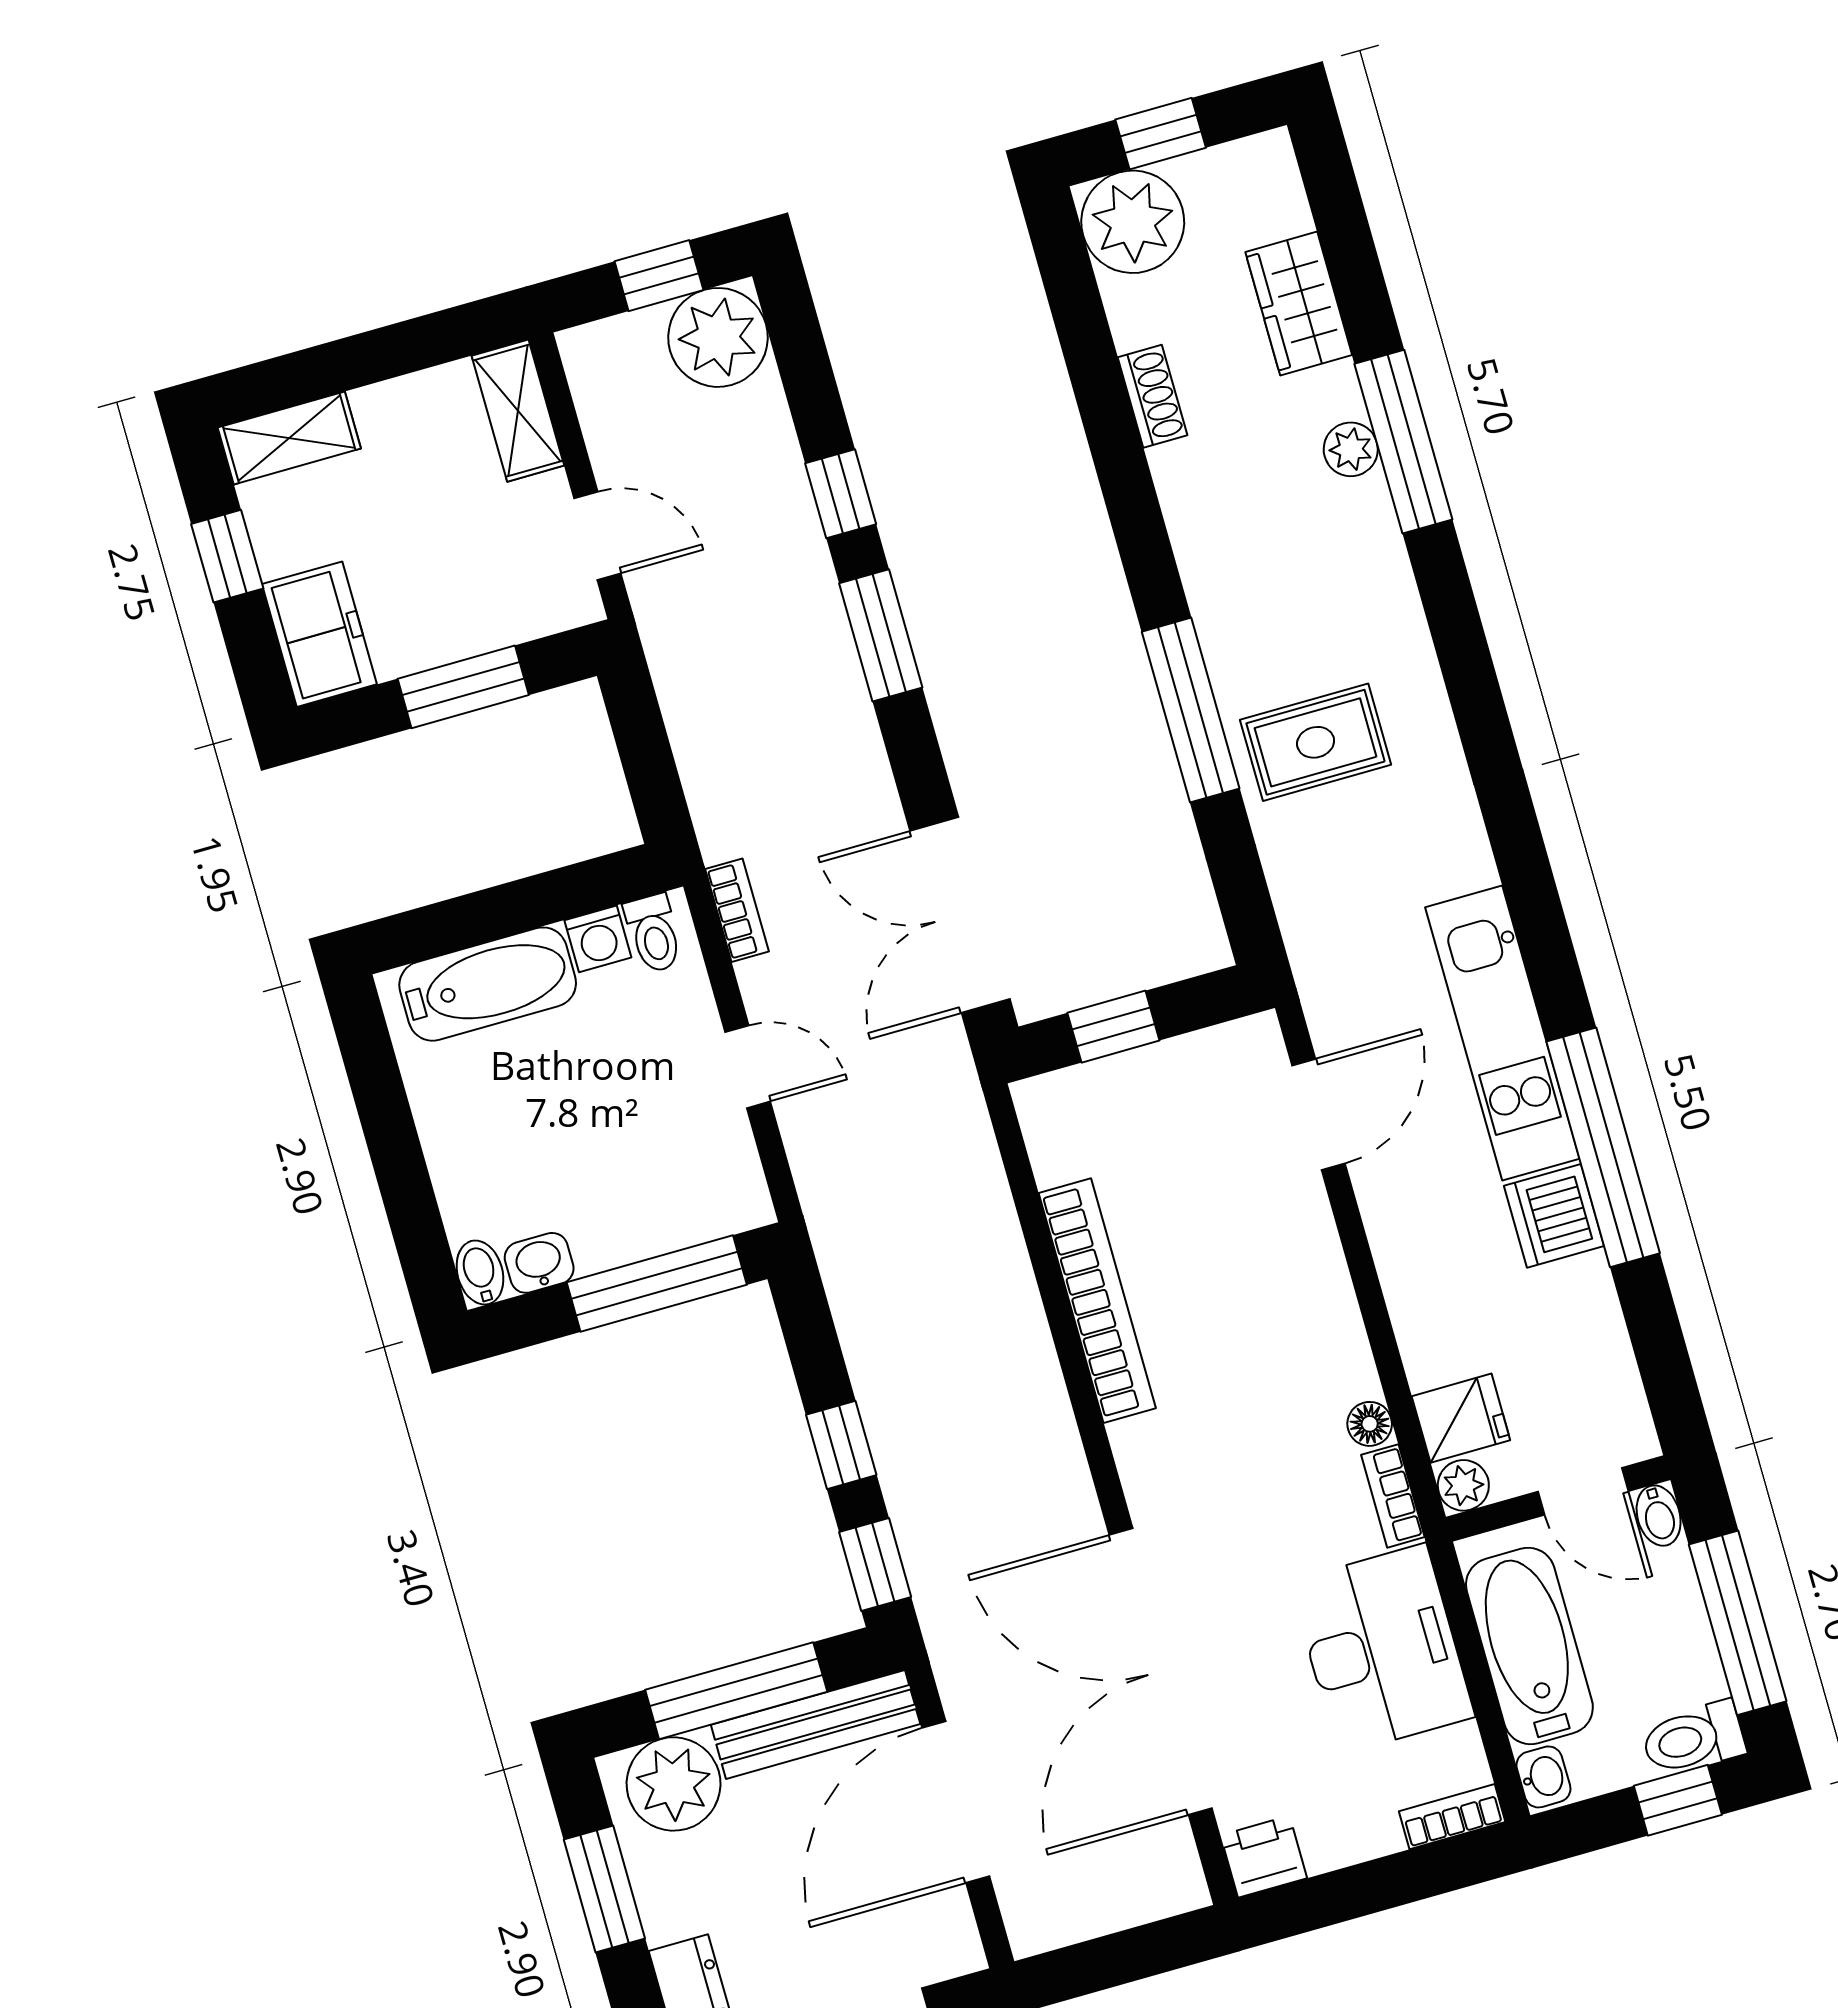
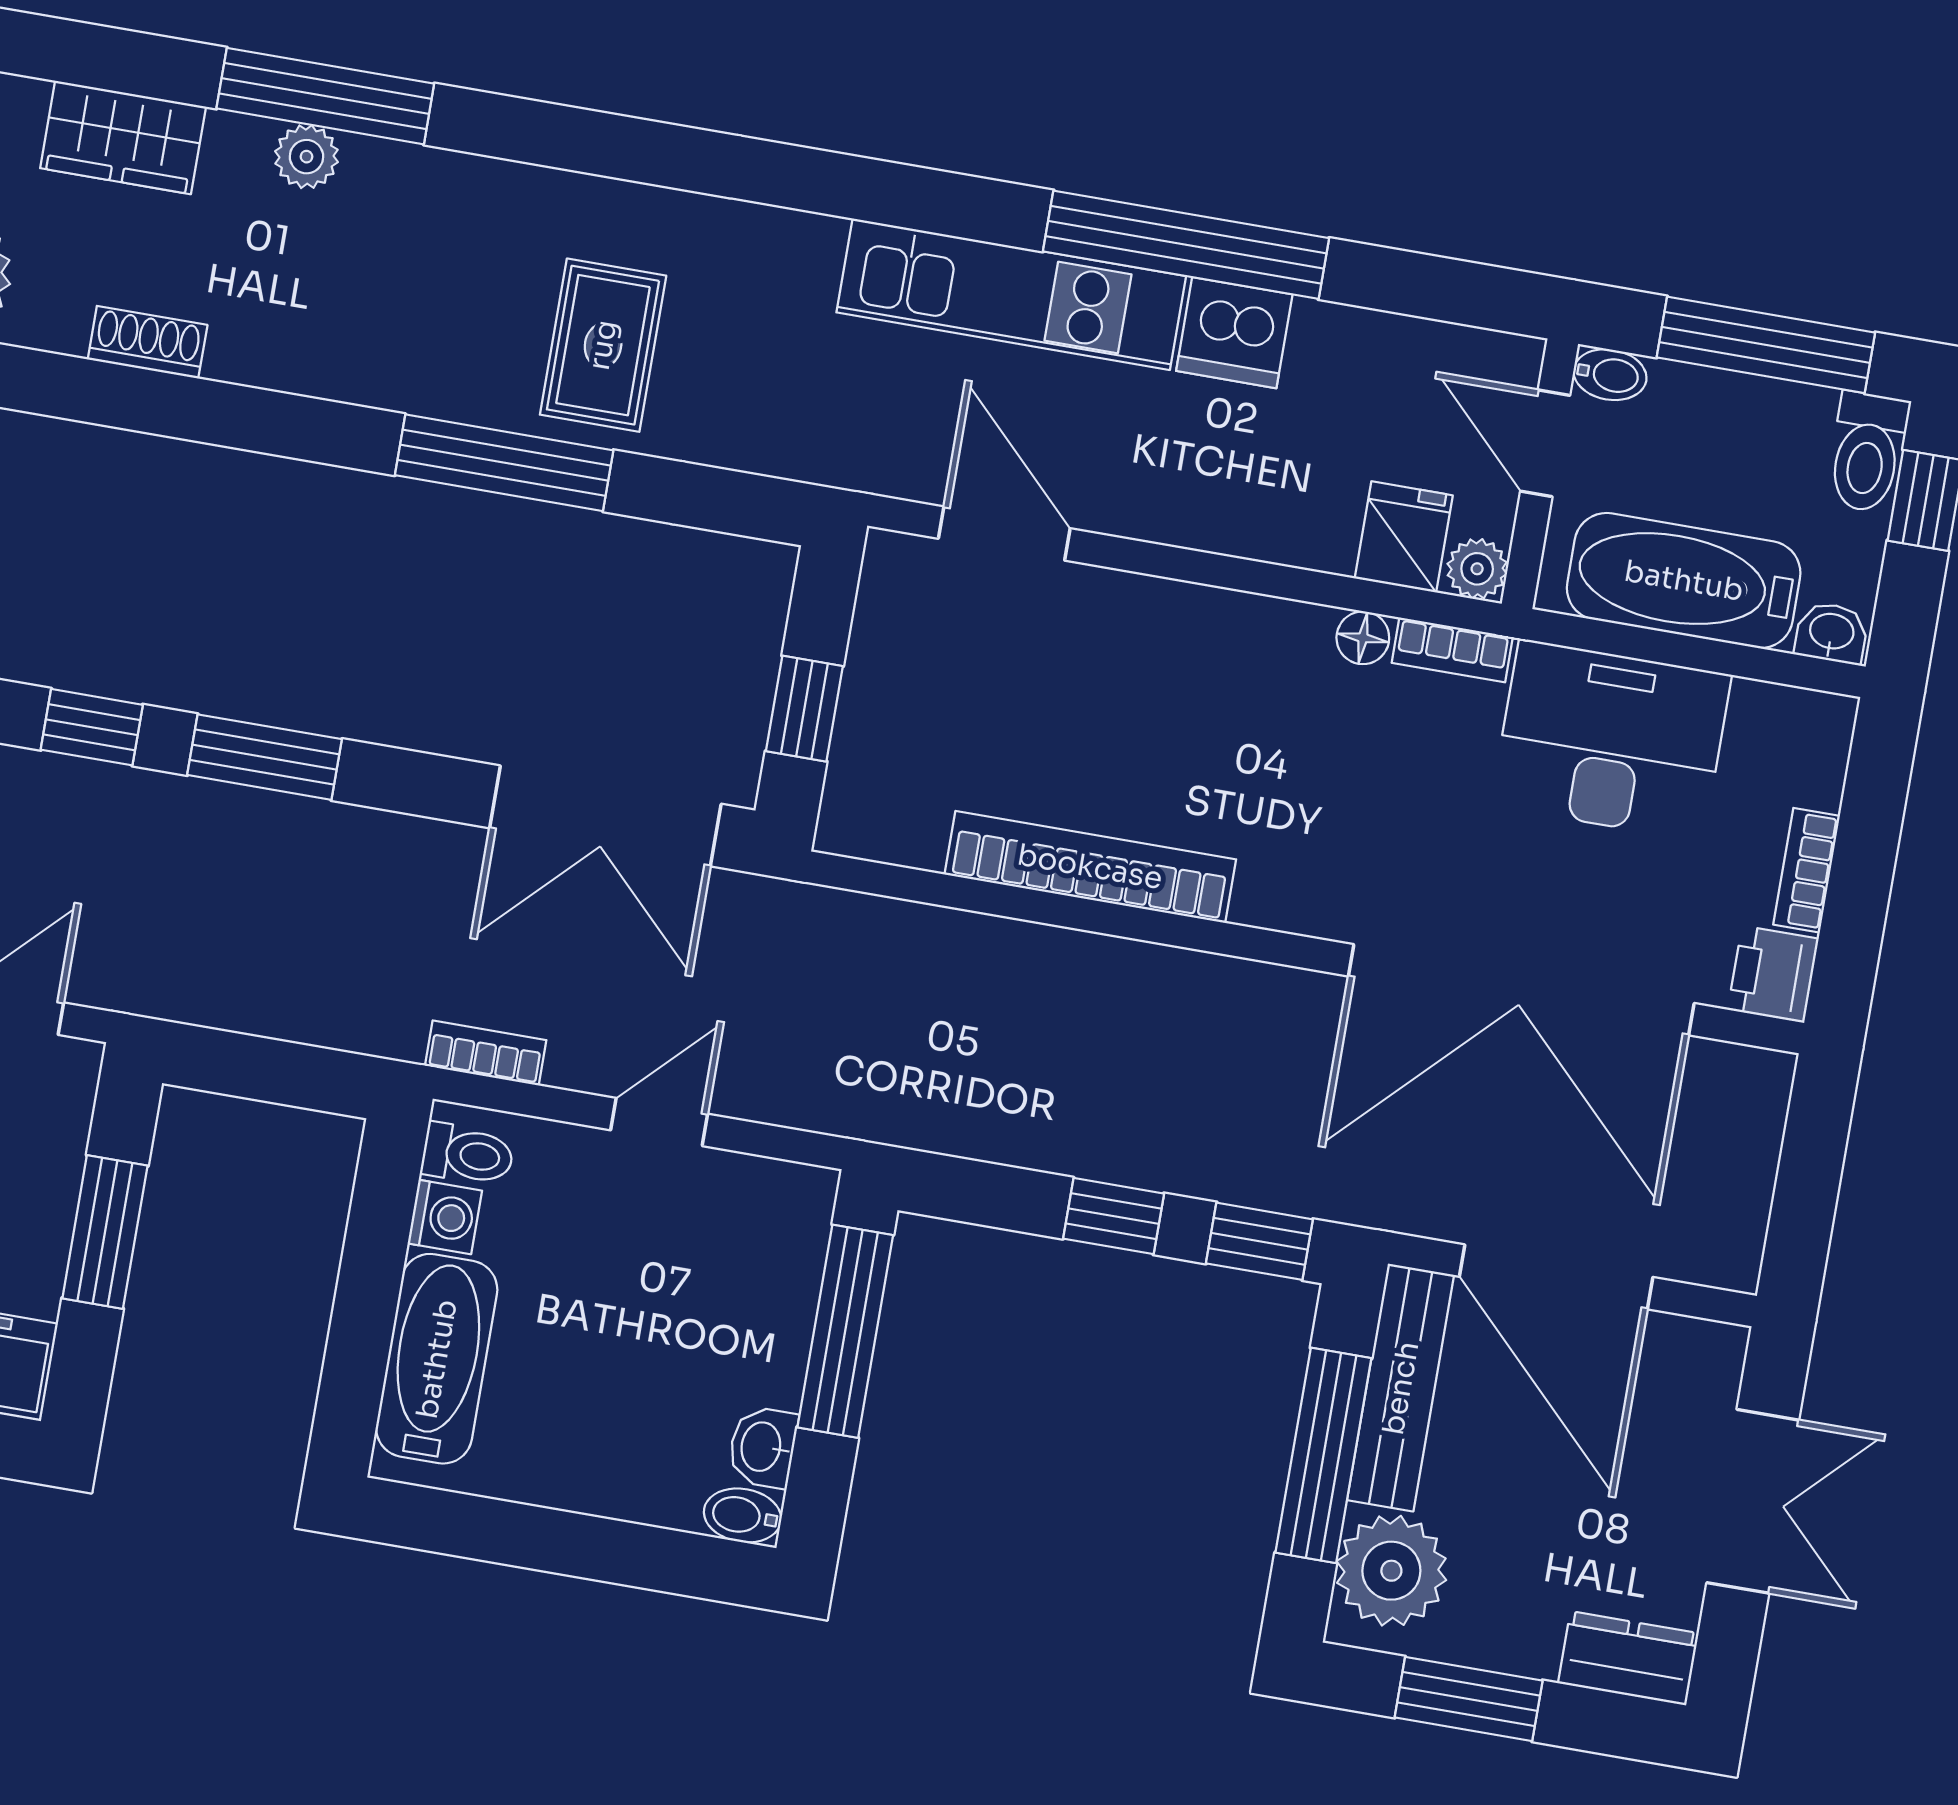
door: (1583, 1491) -> (1545, 443), swing flipped
bookcase: (1452, 1817) -> (1807, 870), moved

